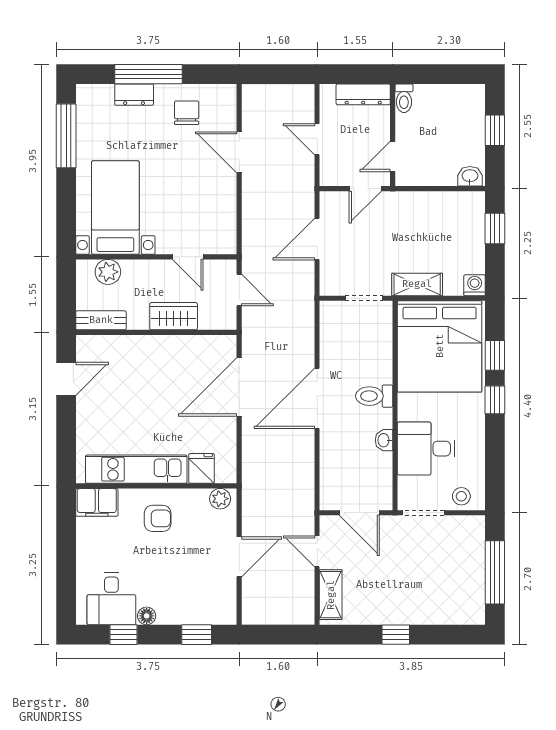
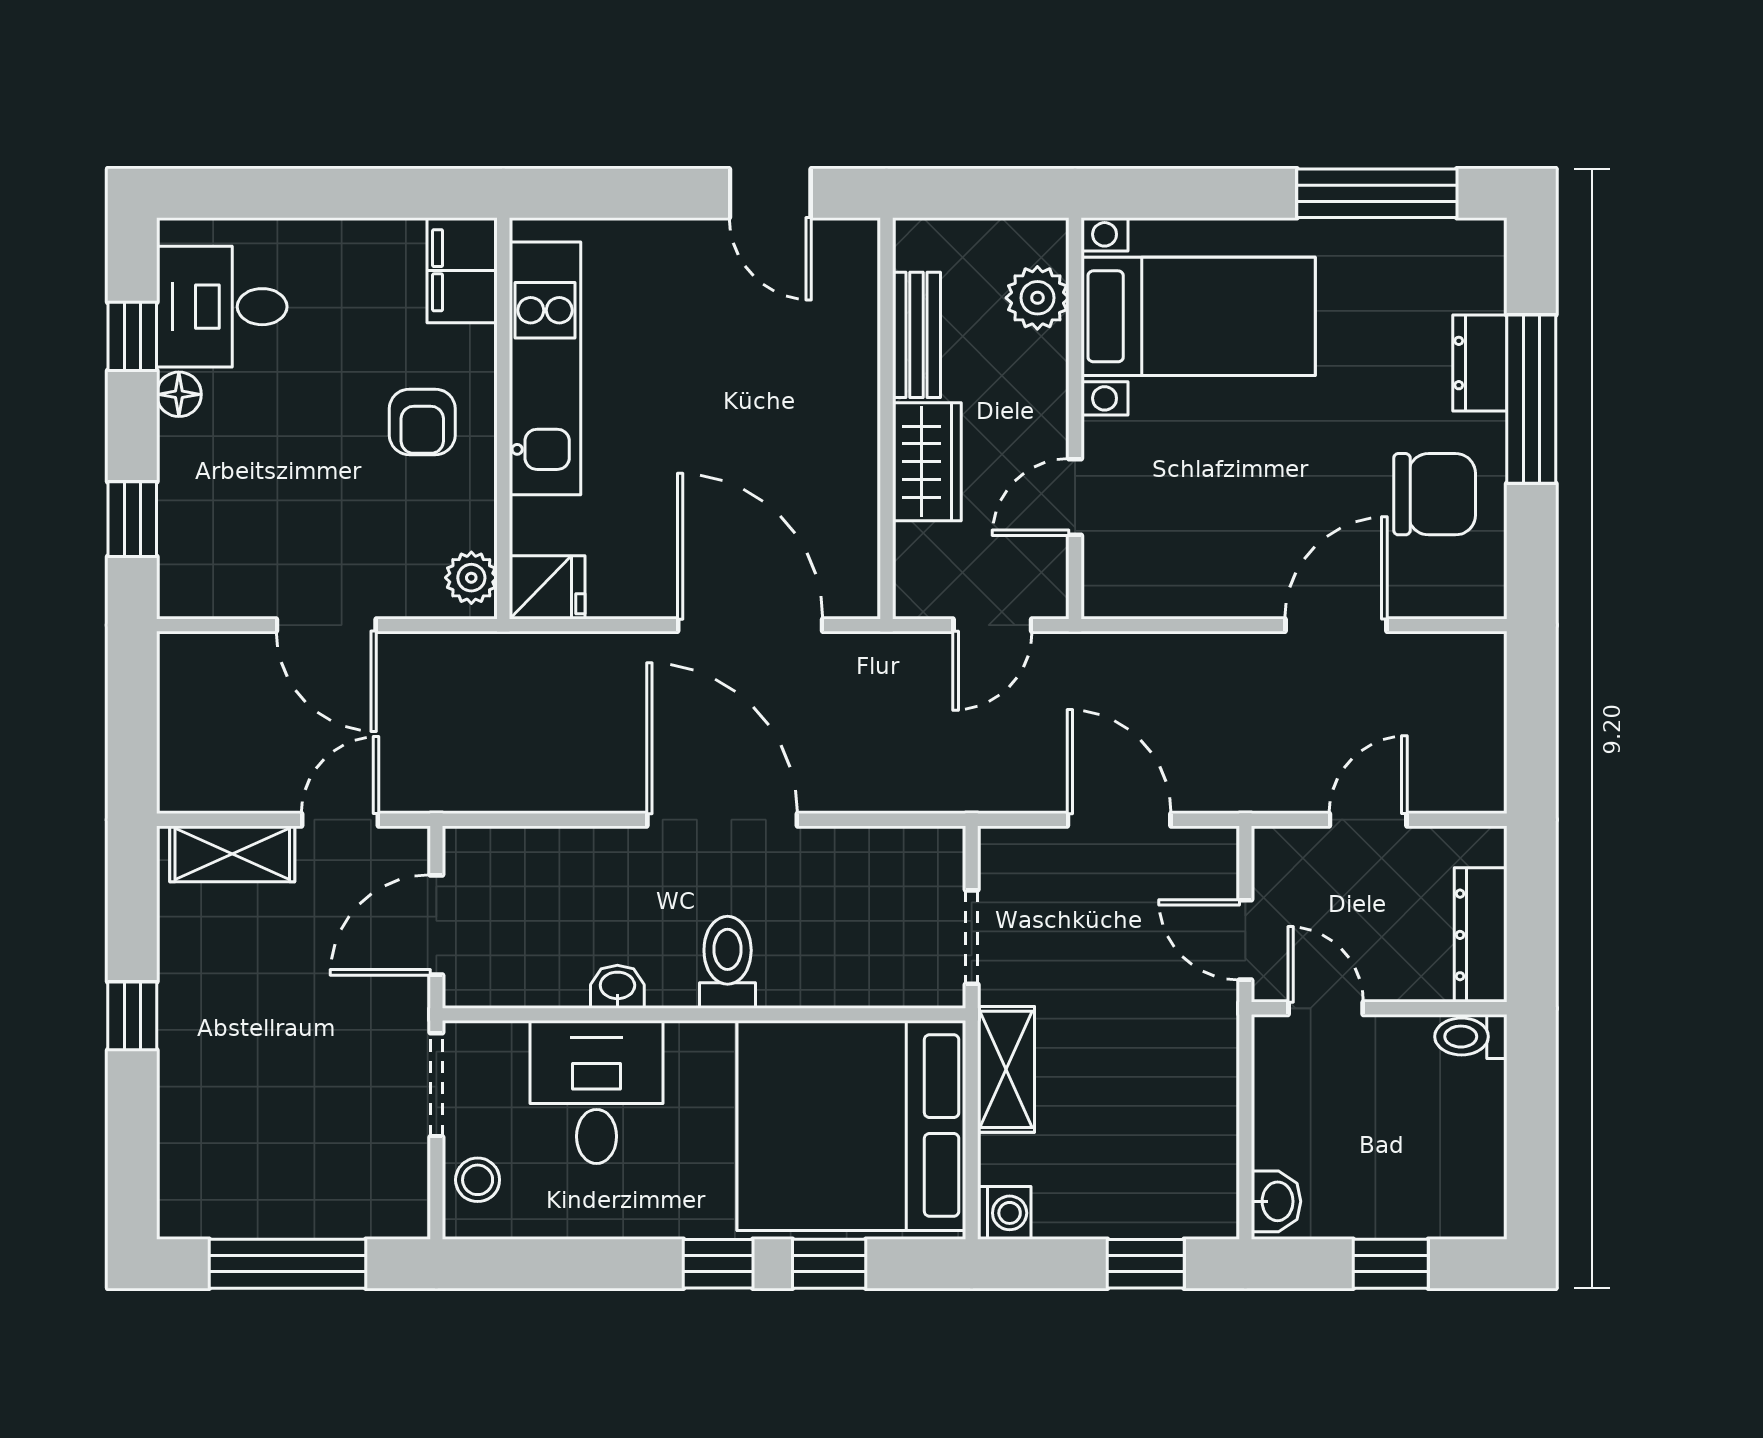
chair: (187, 113) -> (1435, 494), width x1.37, depth x1.37
bench: (101, 320) -> (917, 335), moved
fridge: (202, 468) -> (547, 587), moved

